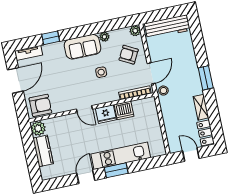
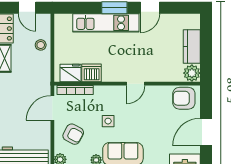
stool: (163, 91) -> (41, 45), moved
door: (84, 109) -> (136, 84), swing flipped
fridge: (106, 114) -> (70, 73), moved

